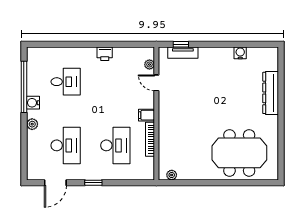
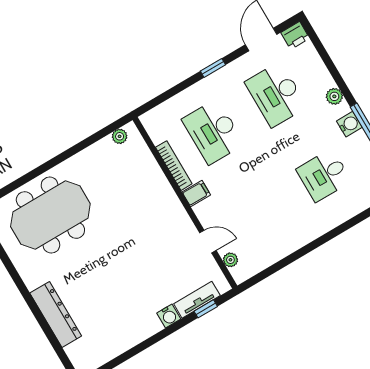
water cooler: (240, 53) -> (169, 316), moved
printer: (105, 54) -> (295, 35), moved, turned 180

